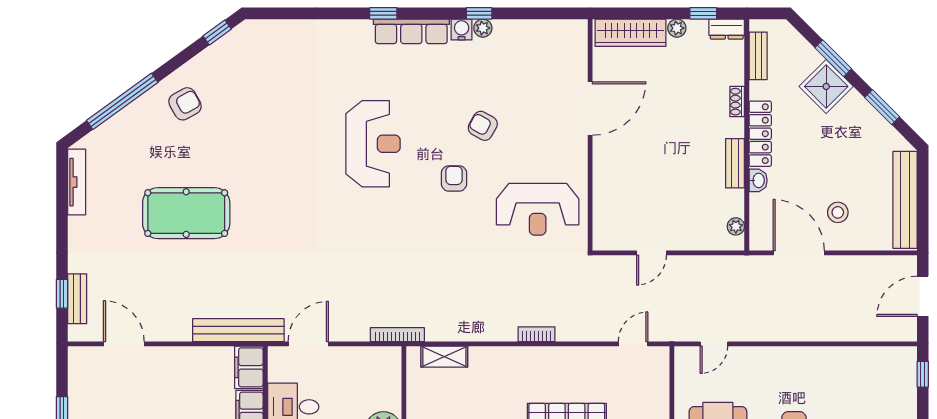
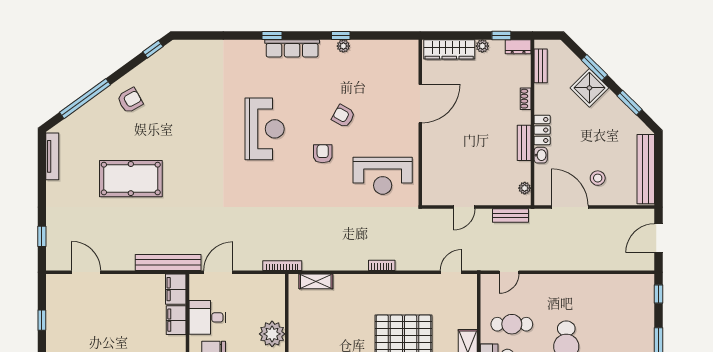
water cooler: (462, 29) -> (328, 47), removed
locker: (760, 134) -> (542, 130), width x0.66
bench: (77, 299) -> (510, 216), moved, turned 90

